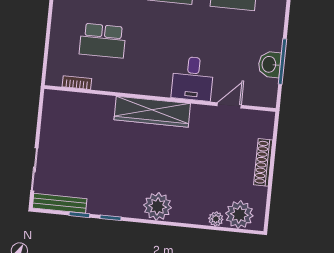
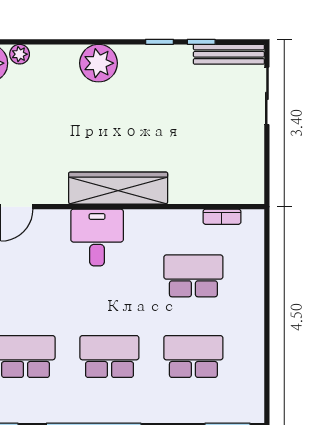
desk: (193, 79) -> (97, 237), moved

